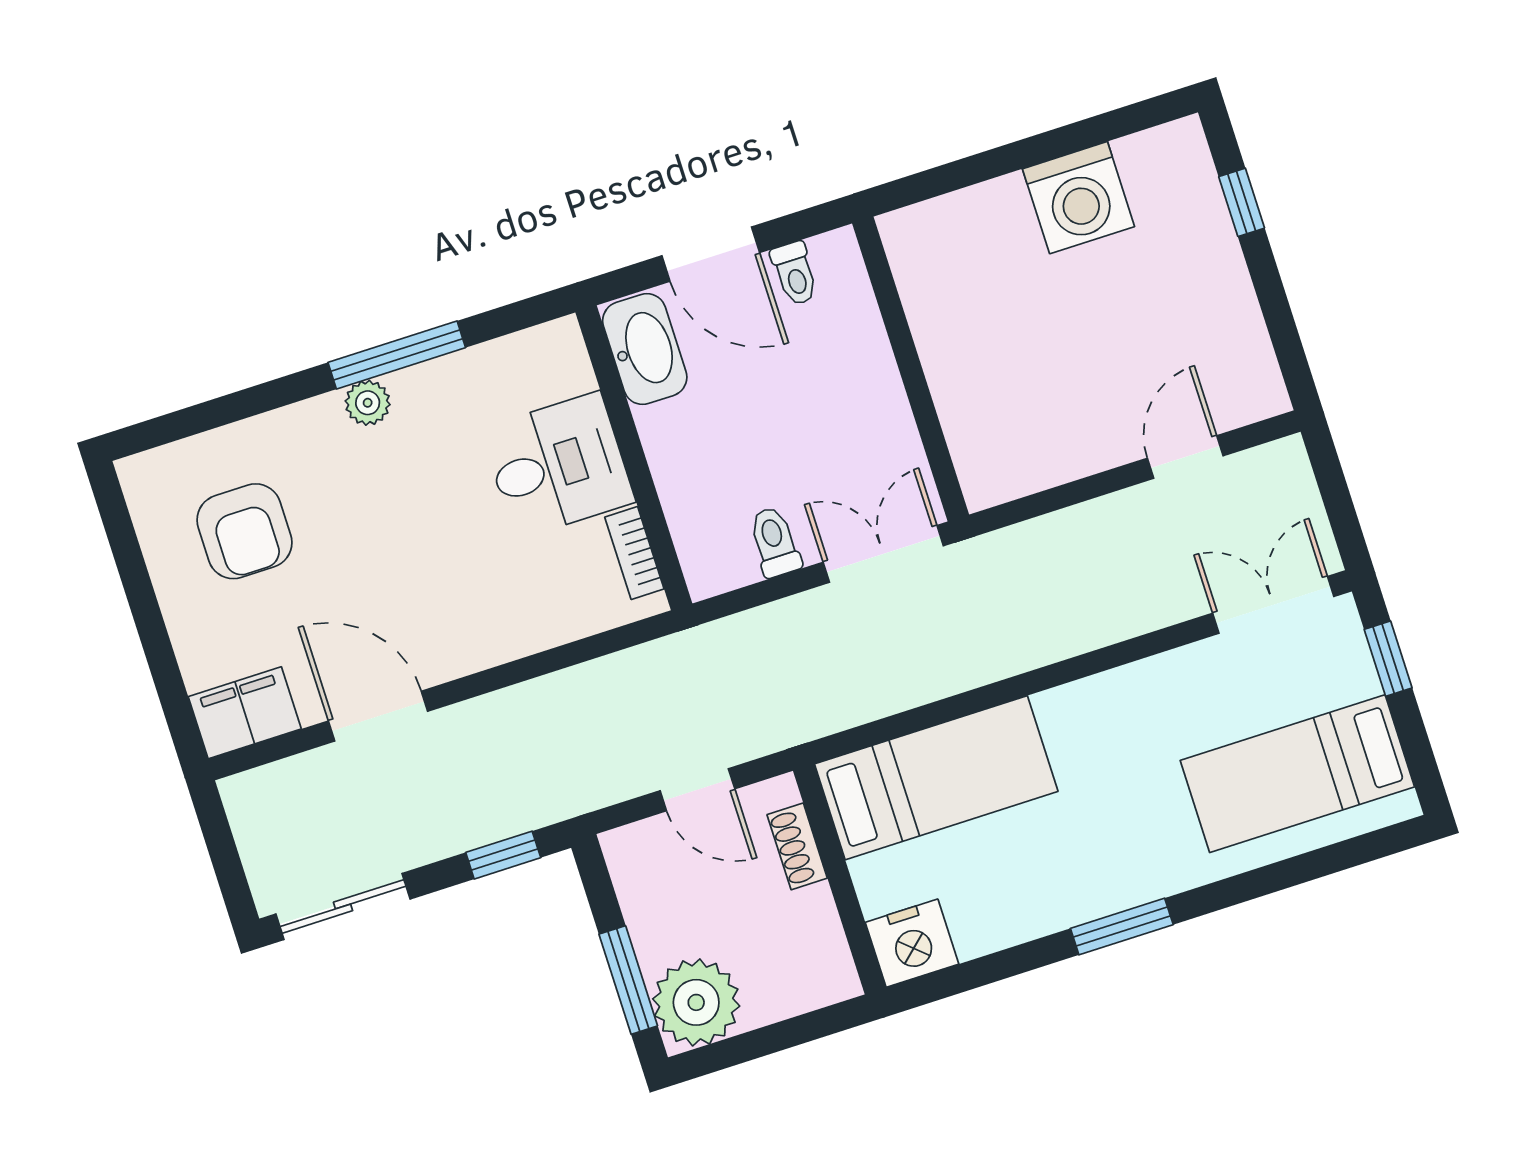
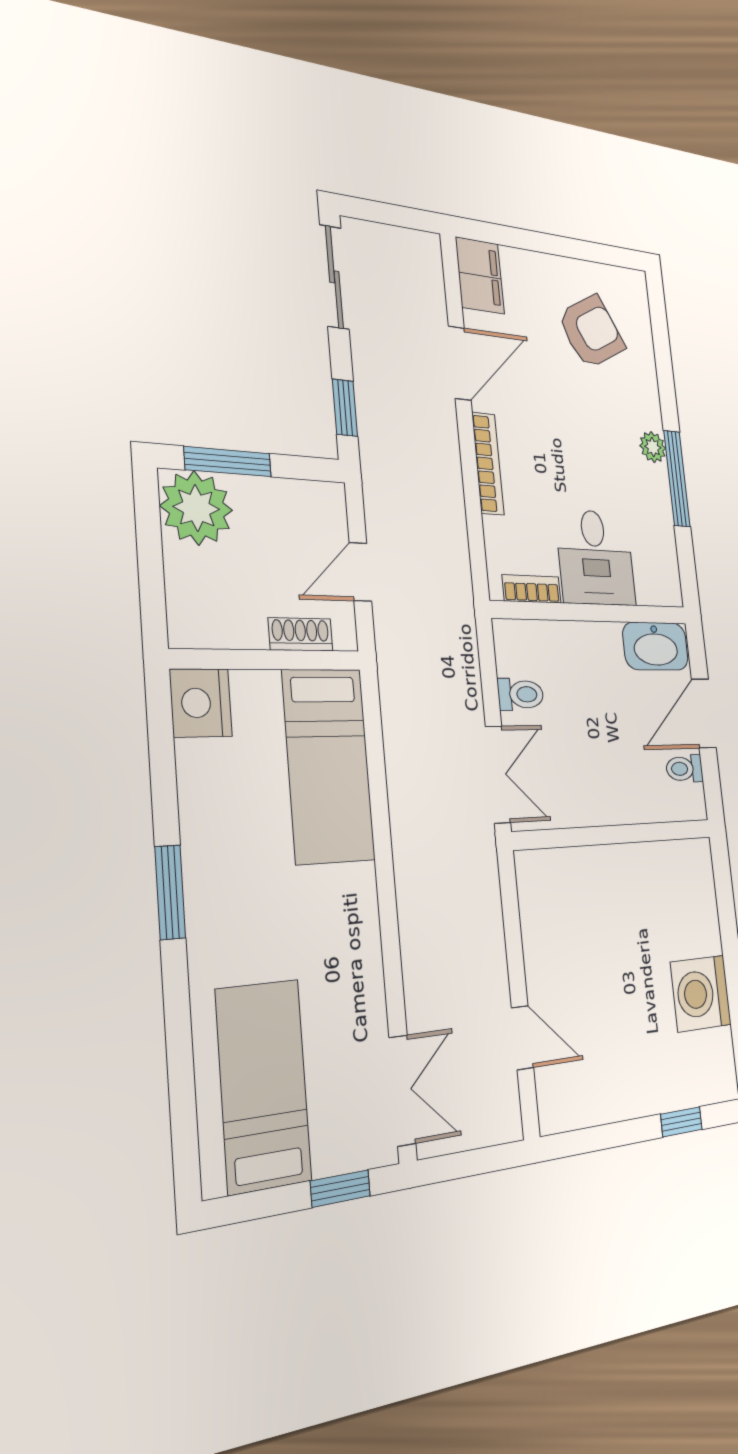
armchair: (244, 531) -> (591, 332), turned 151
bookcase: (494, 649) -> (488, 464), added

